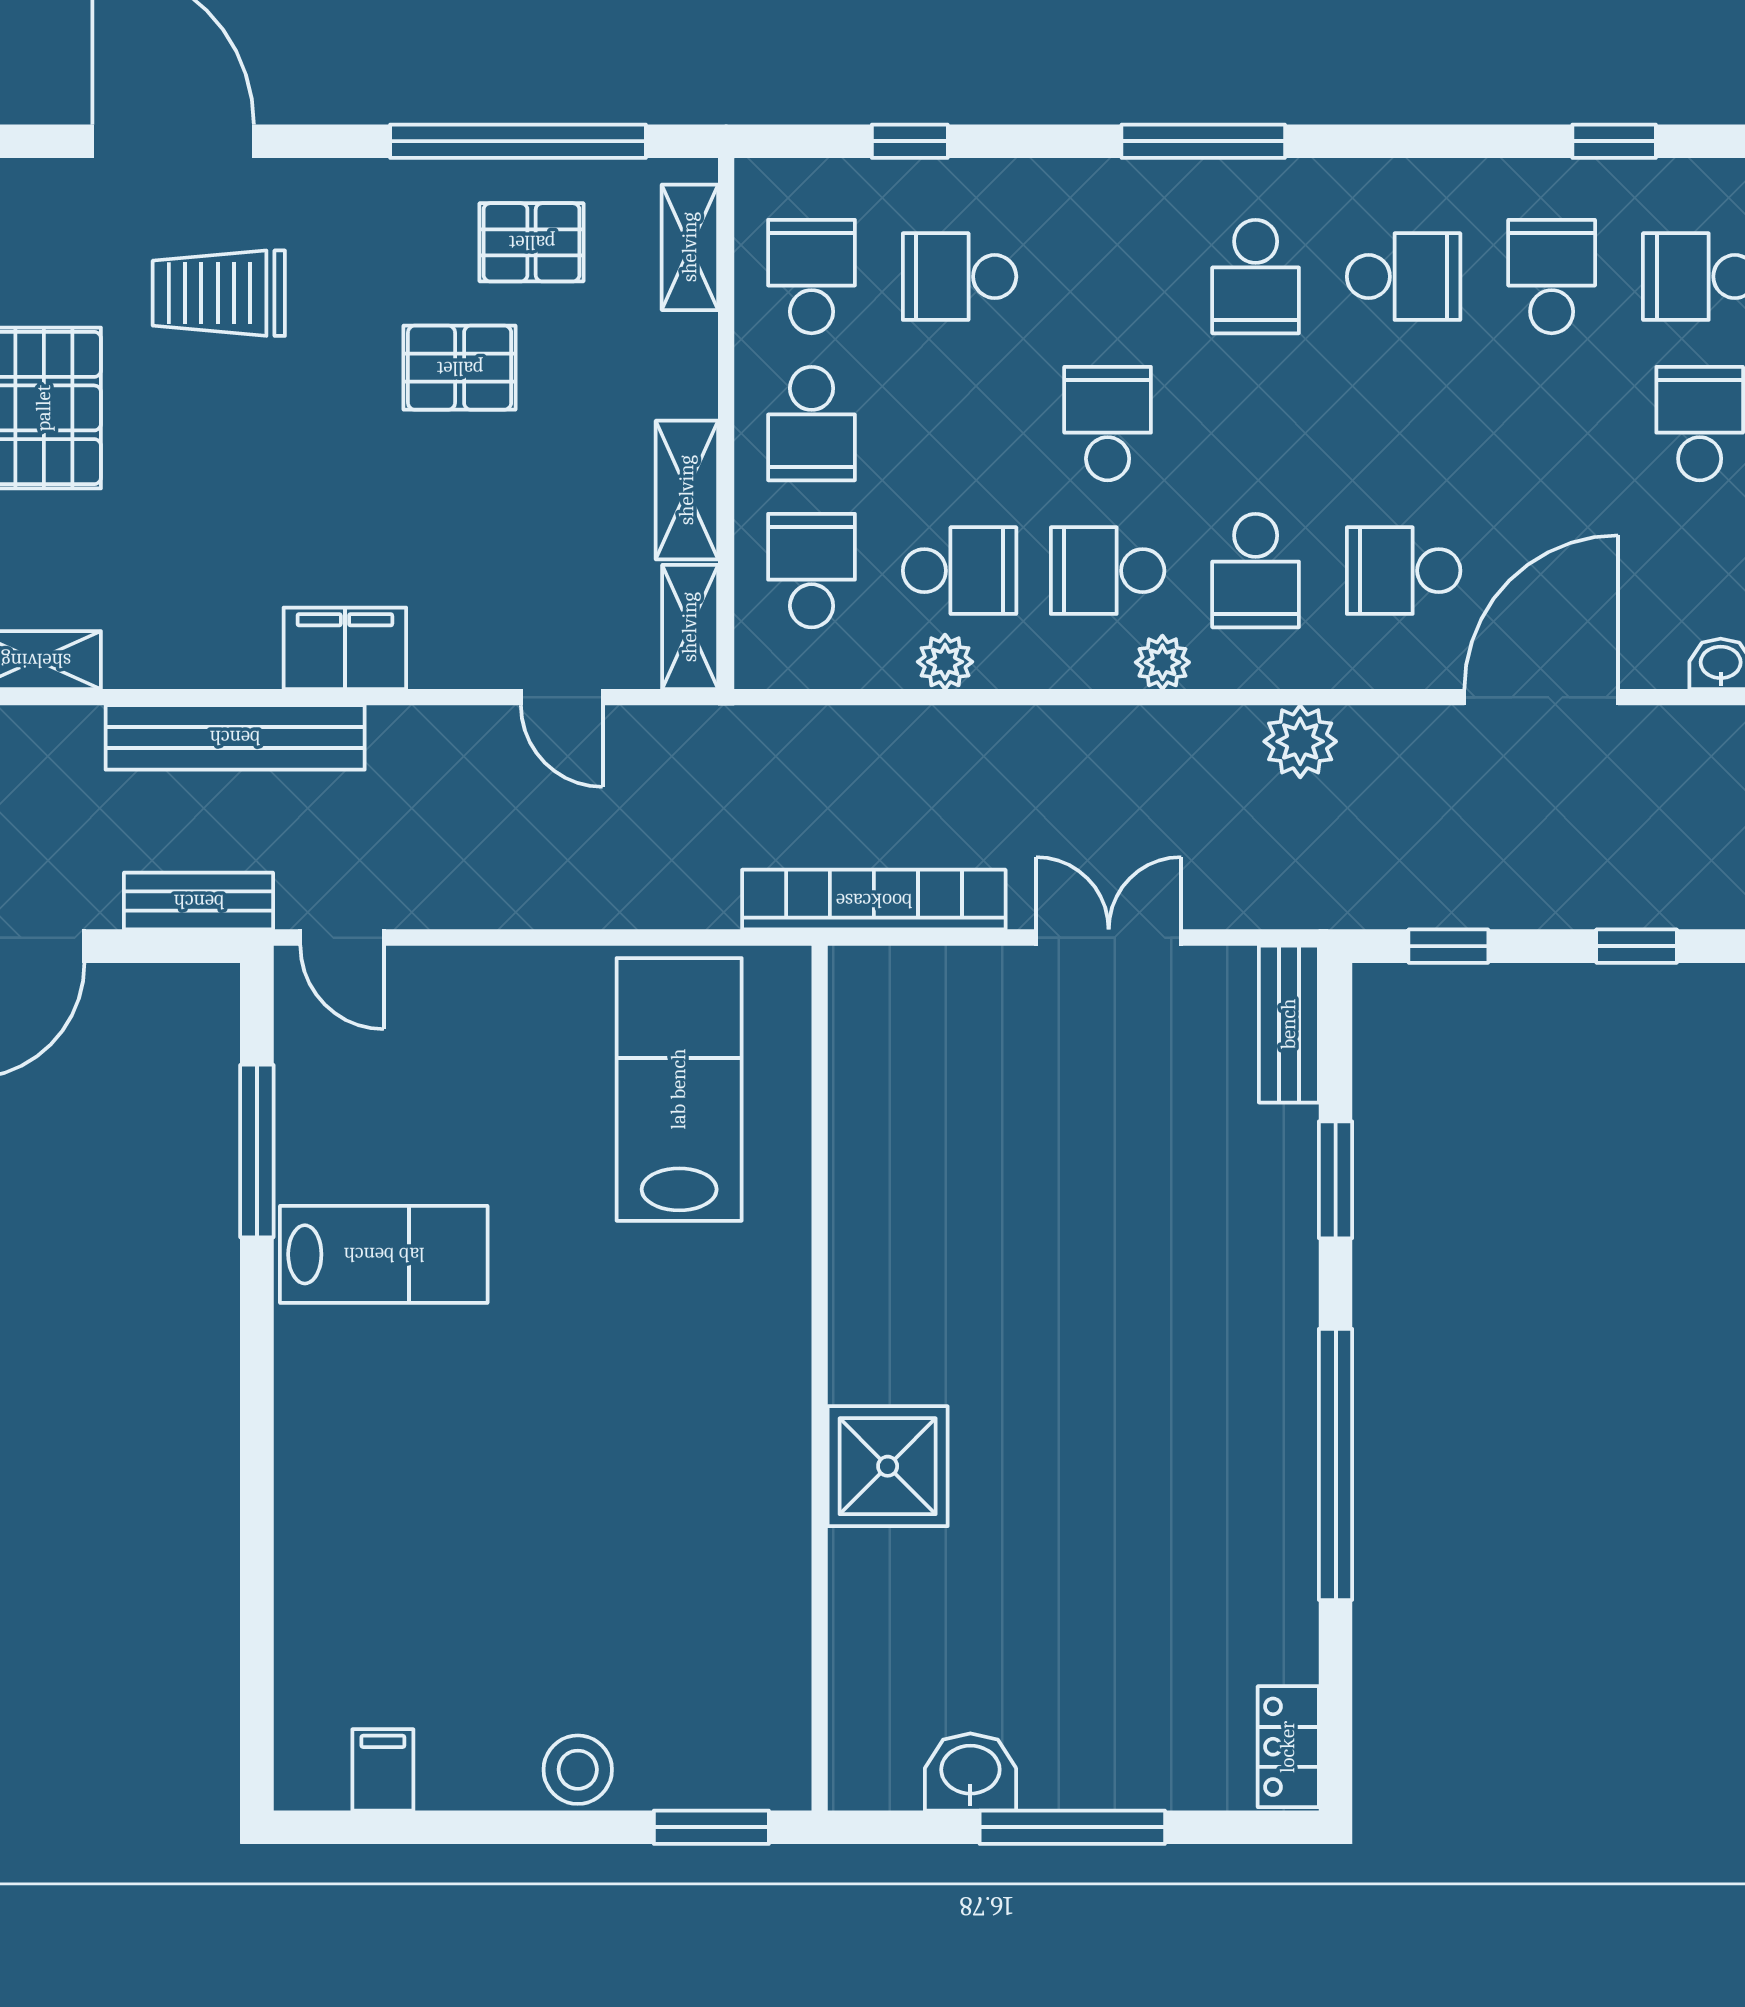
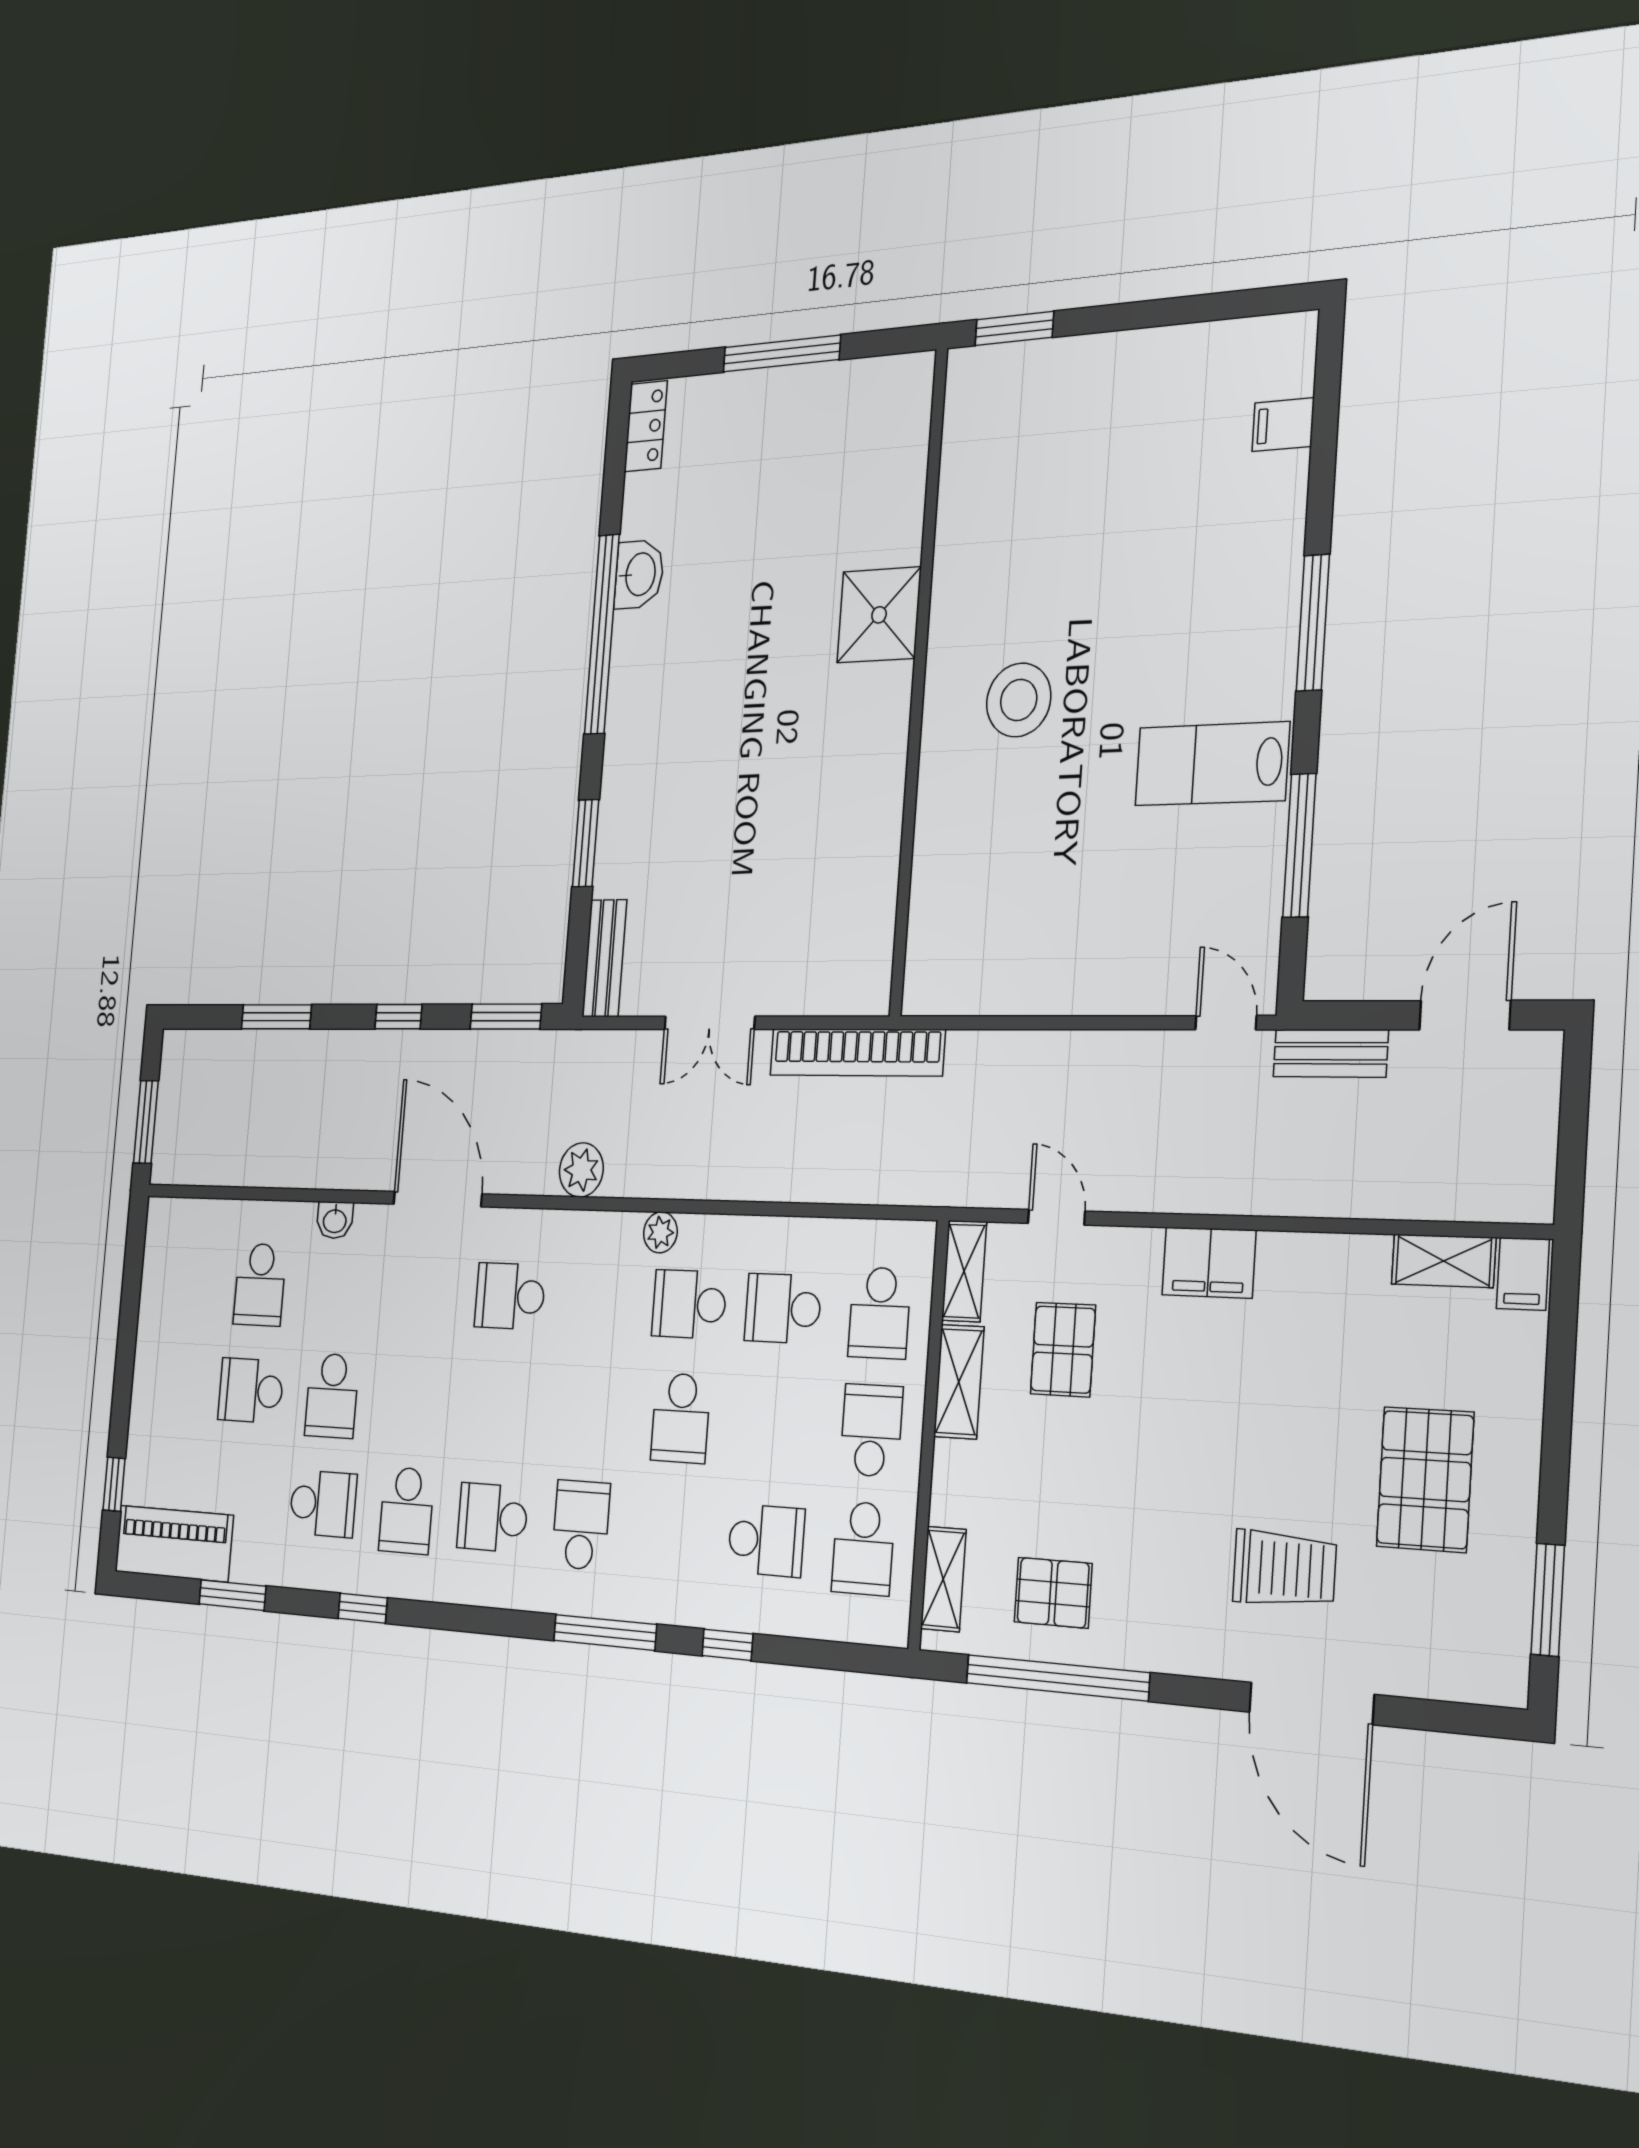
window: (910, 141) -> (727, 1645), moved
pallet: (460, 368) -> (1063, 1350), moved, turned 90
school desk: (1108, 571) -> (689, 1304), turned 180
school desk: (1256, 571) -> (598, 1300), removed
school desk: (1404, 571) -> (510, 1296), turned 180
plant: (945, 662) -> (797, 1237), removed
door: (1541, 697) -> (438, 1199), swing flipped
bench: (235, 737) -> (1295, 1190), removed
window: (1448, 946) -> (506, 1017), width x1.50
lab bench: (679, 1089) -> (997, 902), removed
window: (257, 1422) -> (1313, 623), added
filing cabinet: (383, 1770) -> (1283, 425), moved, turned 90
stool: (578, 1770) -> (1019, 700), moved, width x1.38, depth x1.38
washbasin: (970, 1772) -> (639, 574), moved, turned -90

